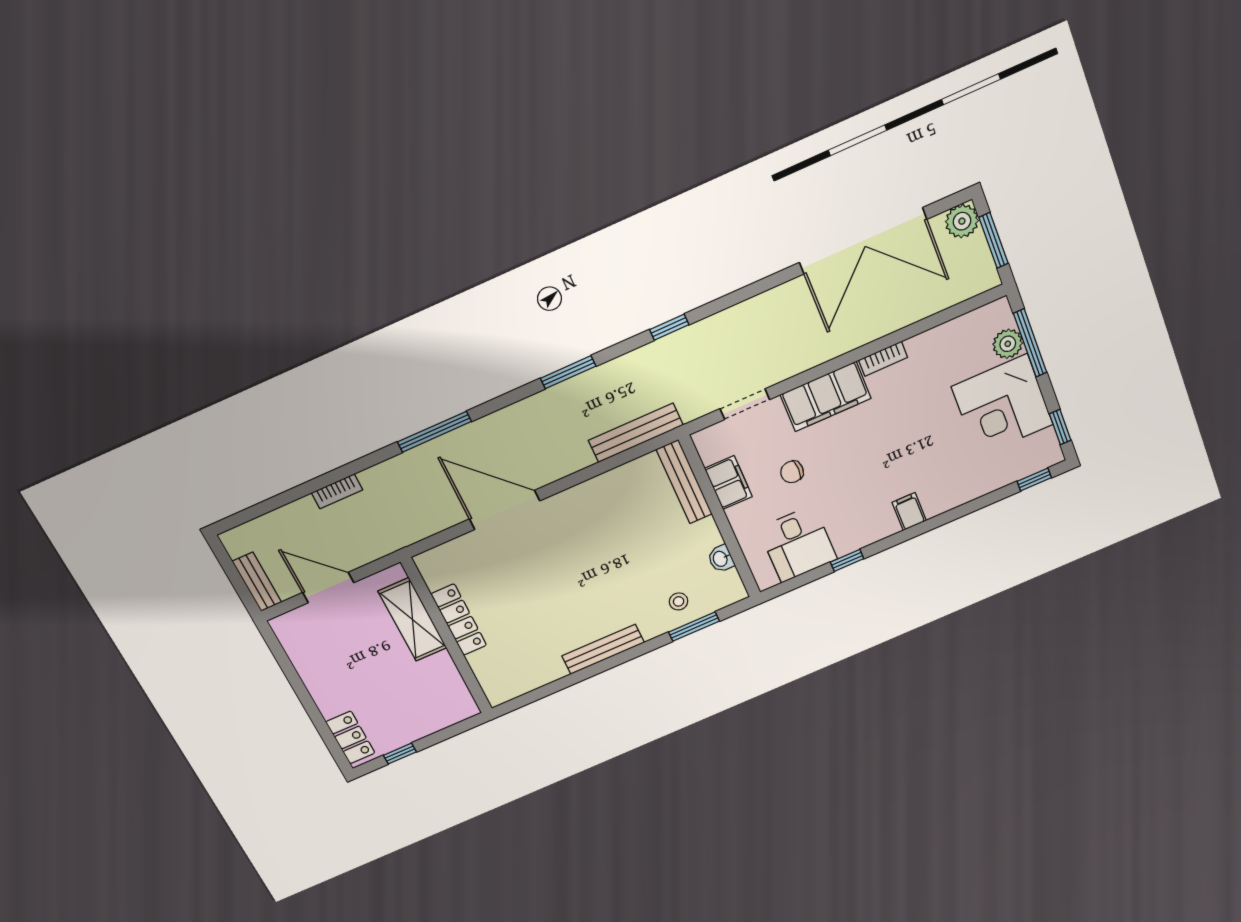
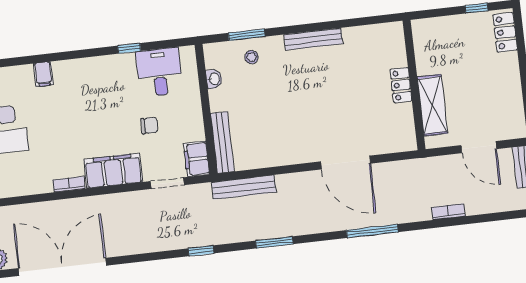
filing cabinet: (728, 483) -> (197, 159), moved
filing cabinet: (909, 511) -> (43, 74), moved
locker: (459, 620) -> (401, 85), width x0.66

